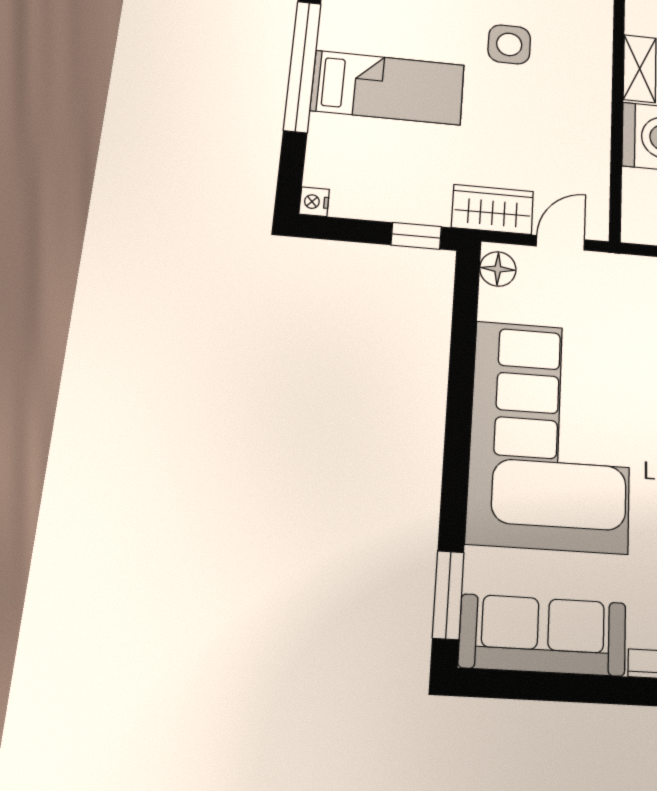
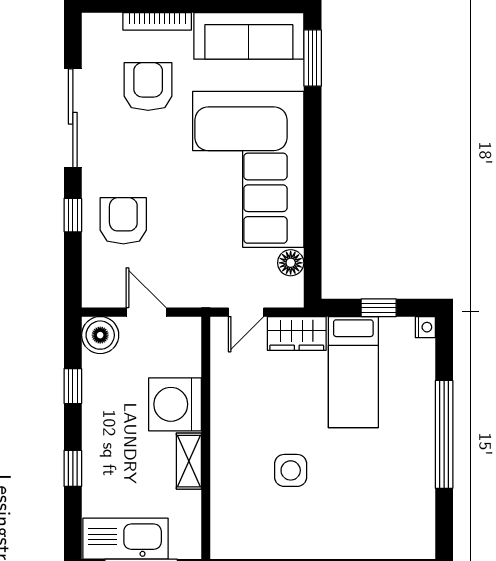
bed: (388, 88) -> (353, 372), moved, turned -90
window: (416, 236) -> (379, 308), moved
floor lamp: (498, 269) -> (291, 263), moved

